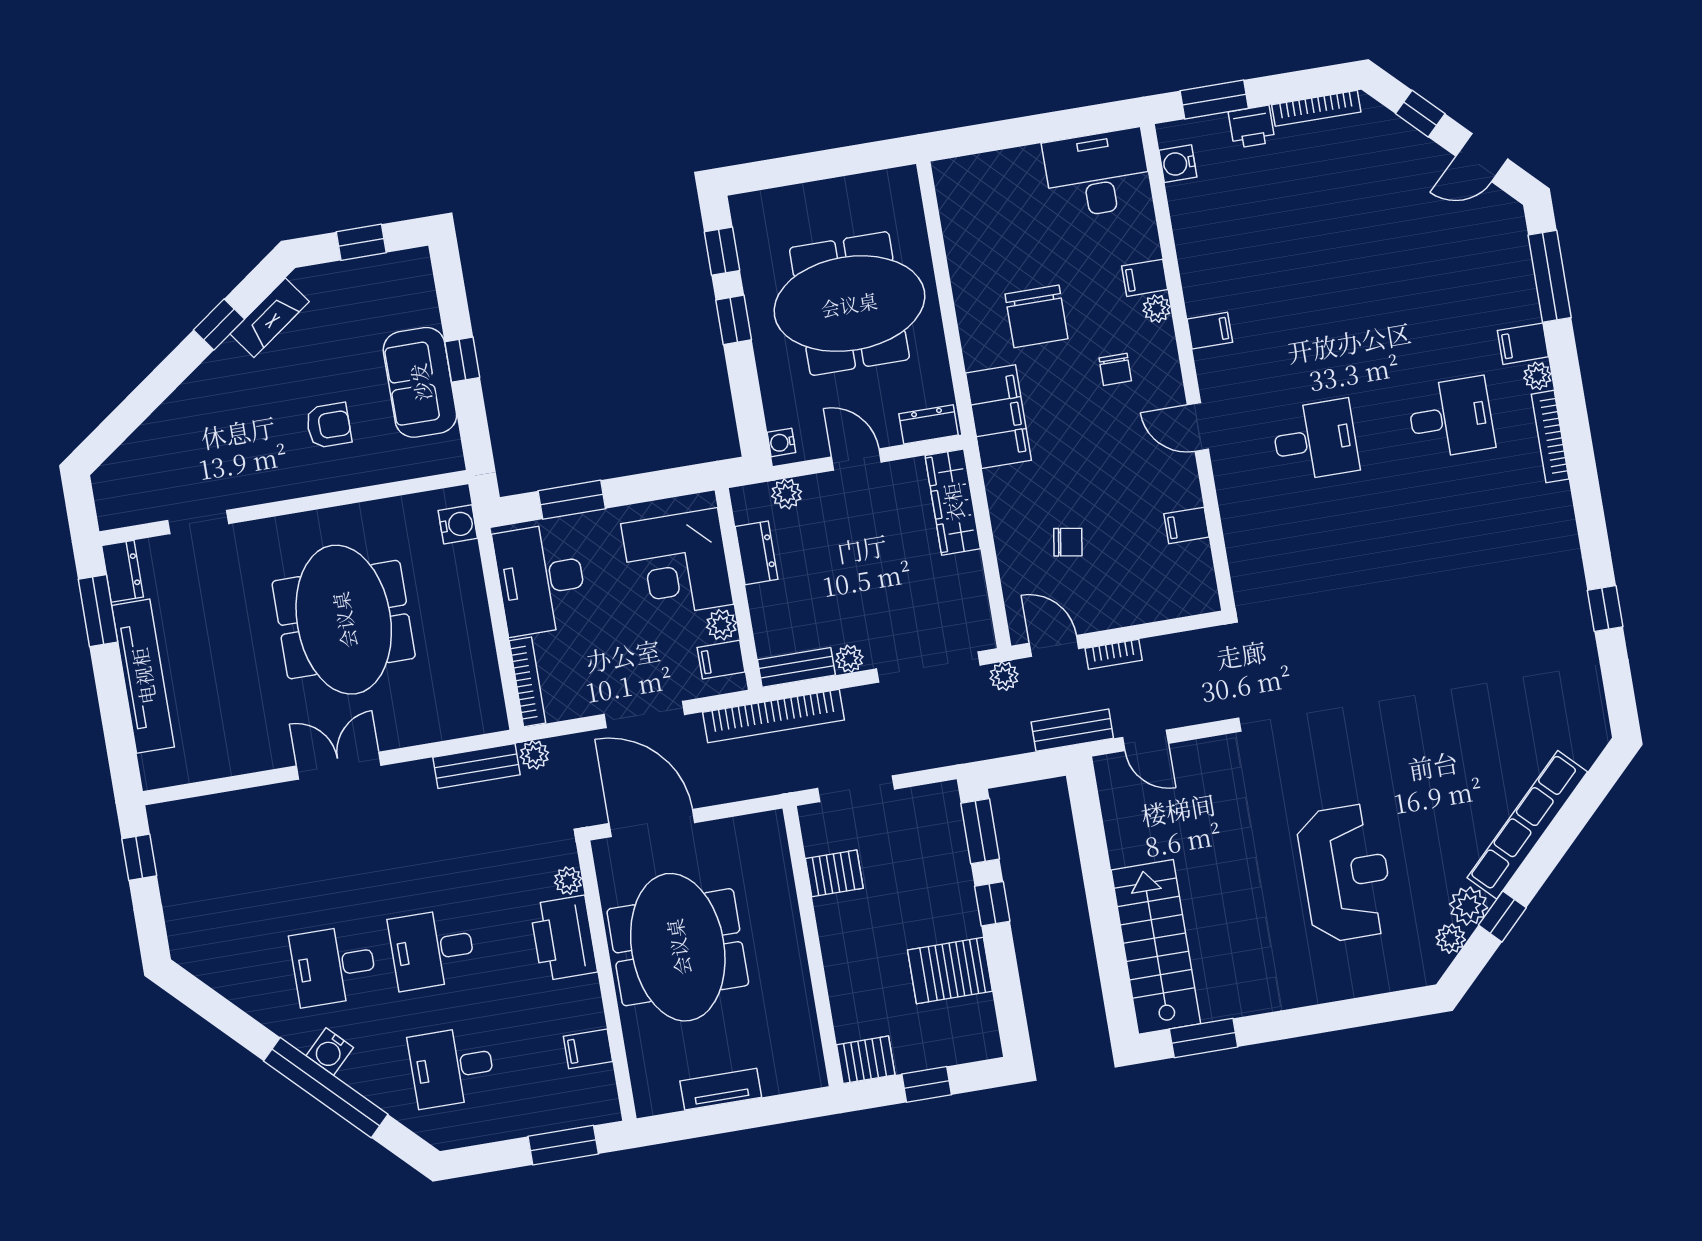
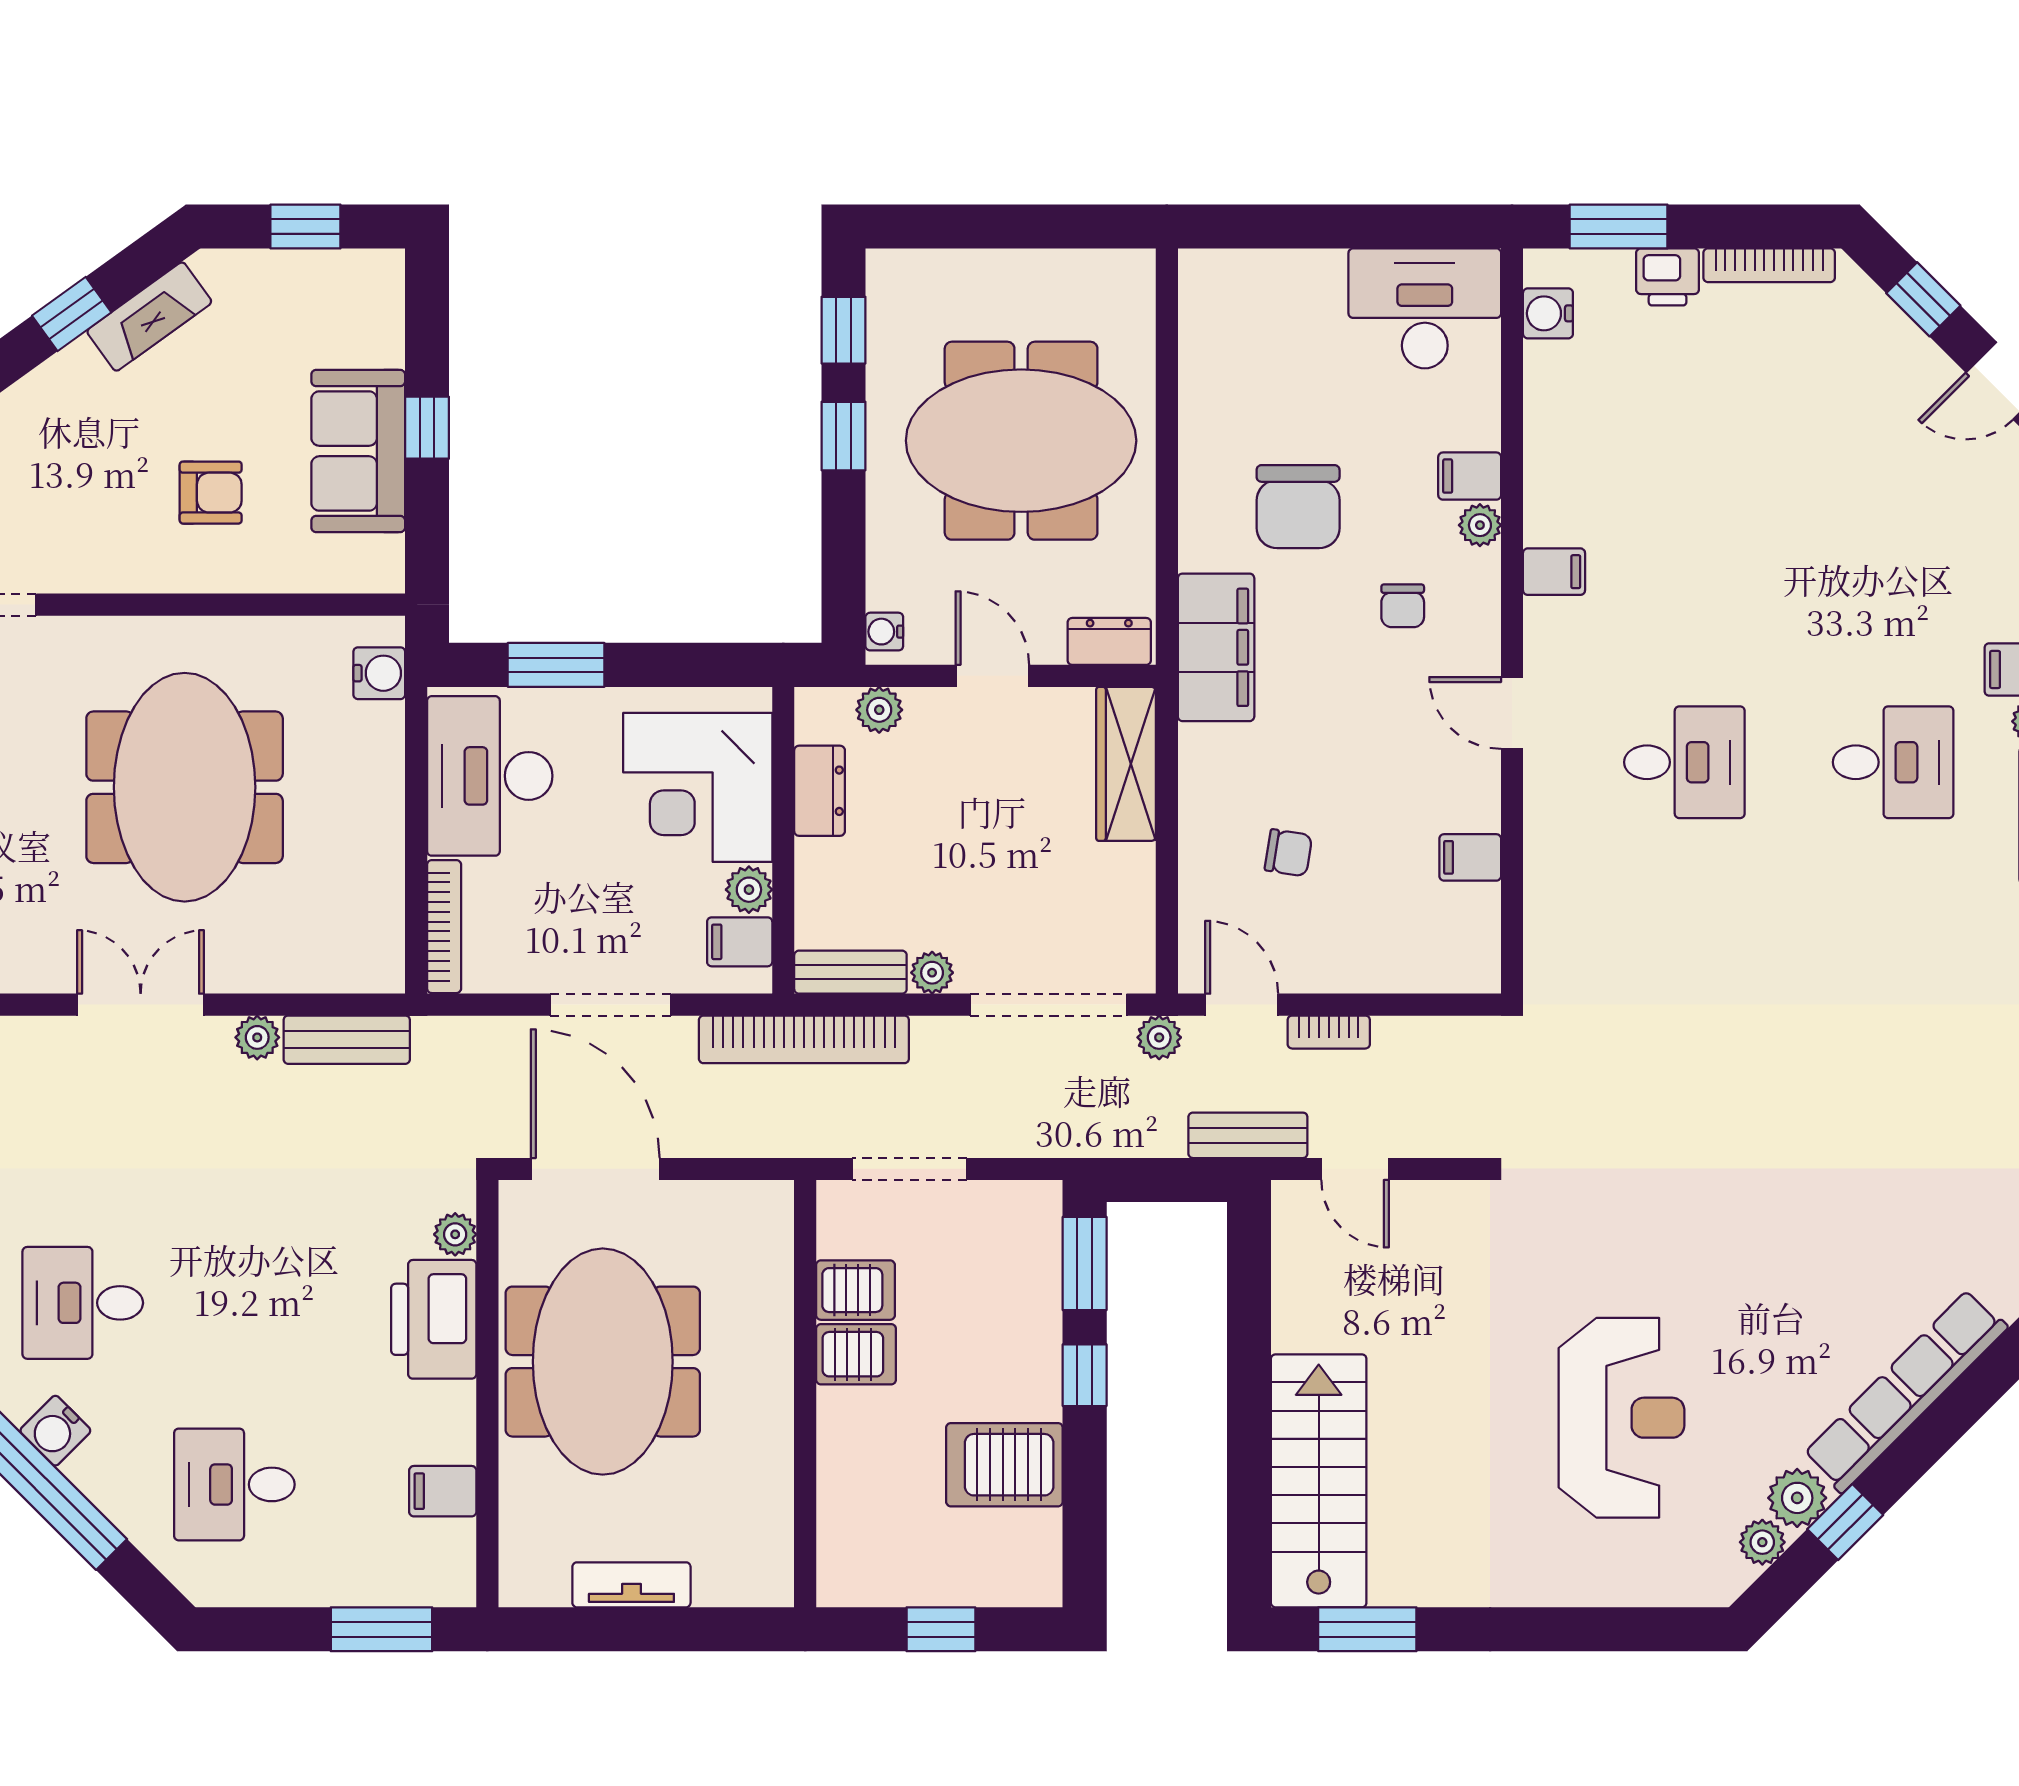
plant: (534, 755) -> (257, 1037), moved
desk: (432, 949) -> (234, 1303), removed
server rack: (866, 1060) -> (856, 1354), moved

